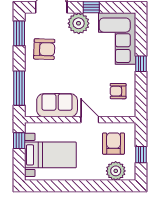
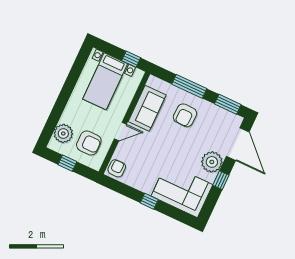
armchair: (44, 49) -> (185, 115), moved
window: (19, 88) -> (189, 86), moved
armchair: (118, 91) -> (117, 168), moved

